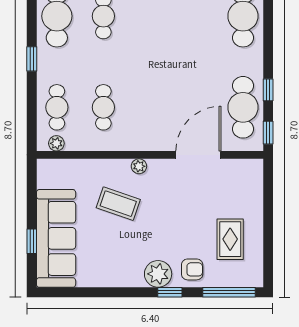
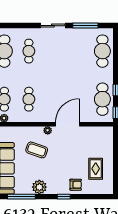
door: (198, 155) -> (68, 124), moved
plant: (158, 274) -> (39, 187), moved
window: (229, 292) -> (21, 197), moved

